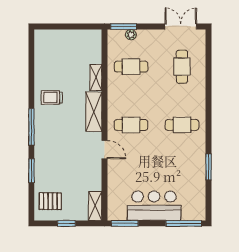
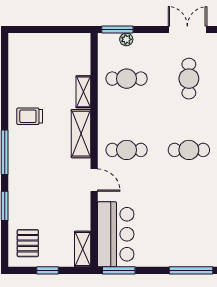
pallet: (50, 201) -> (28, 243), turned 90
bar counter: (154, 206) -> (116, 234), moved, turned 90

